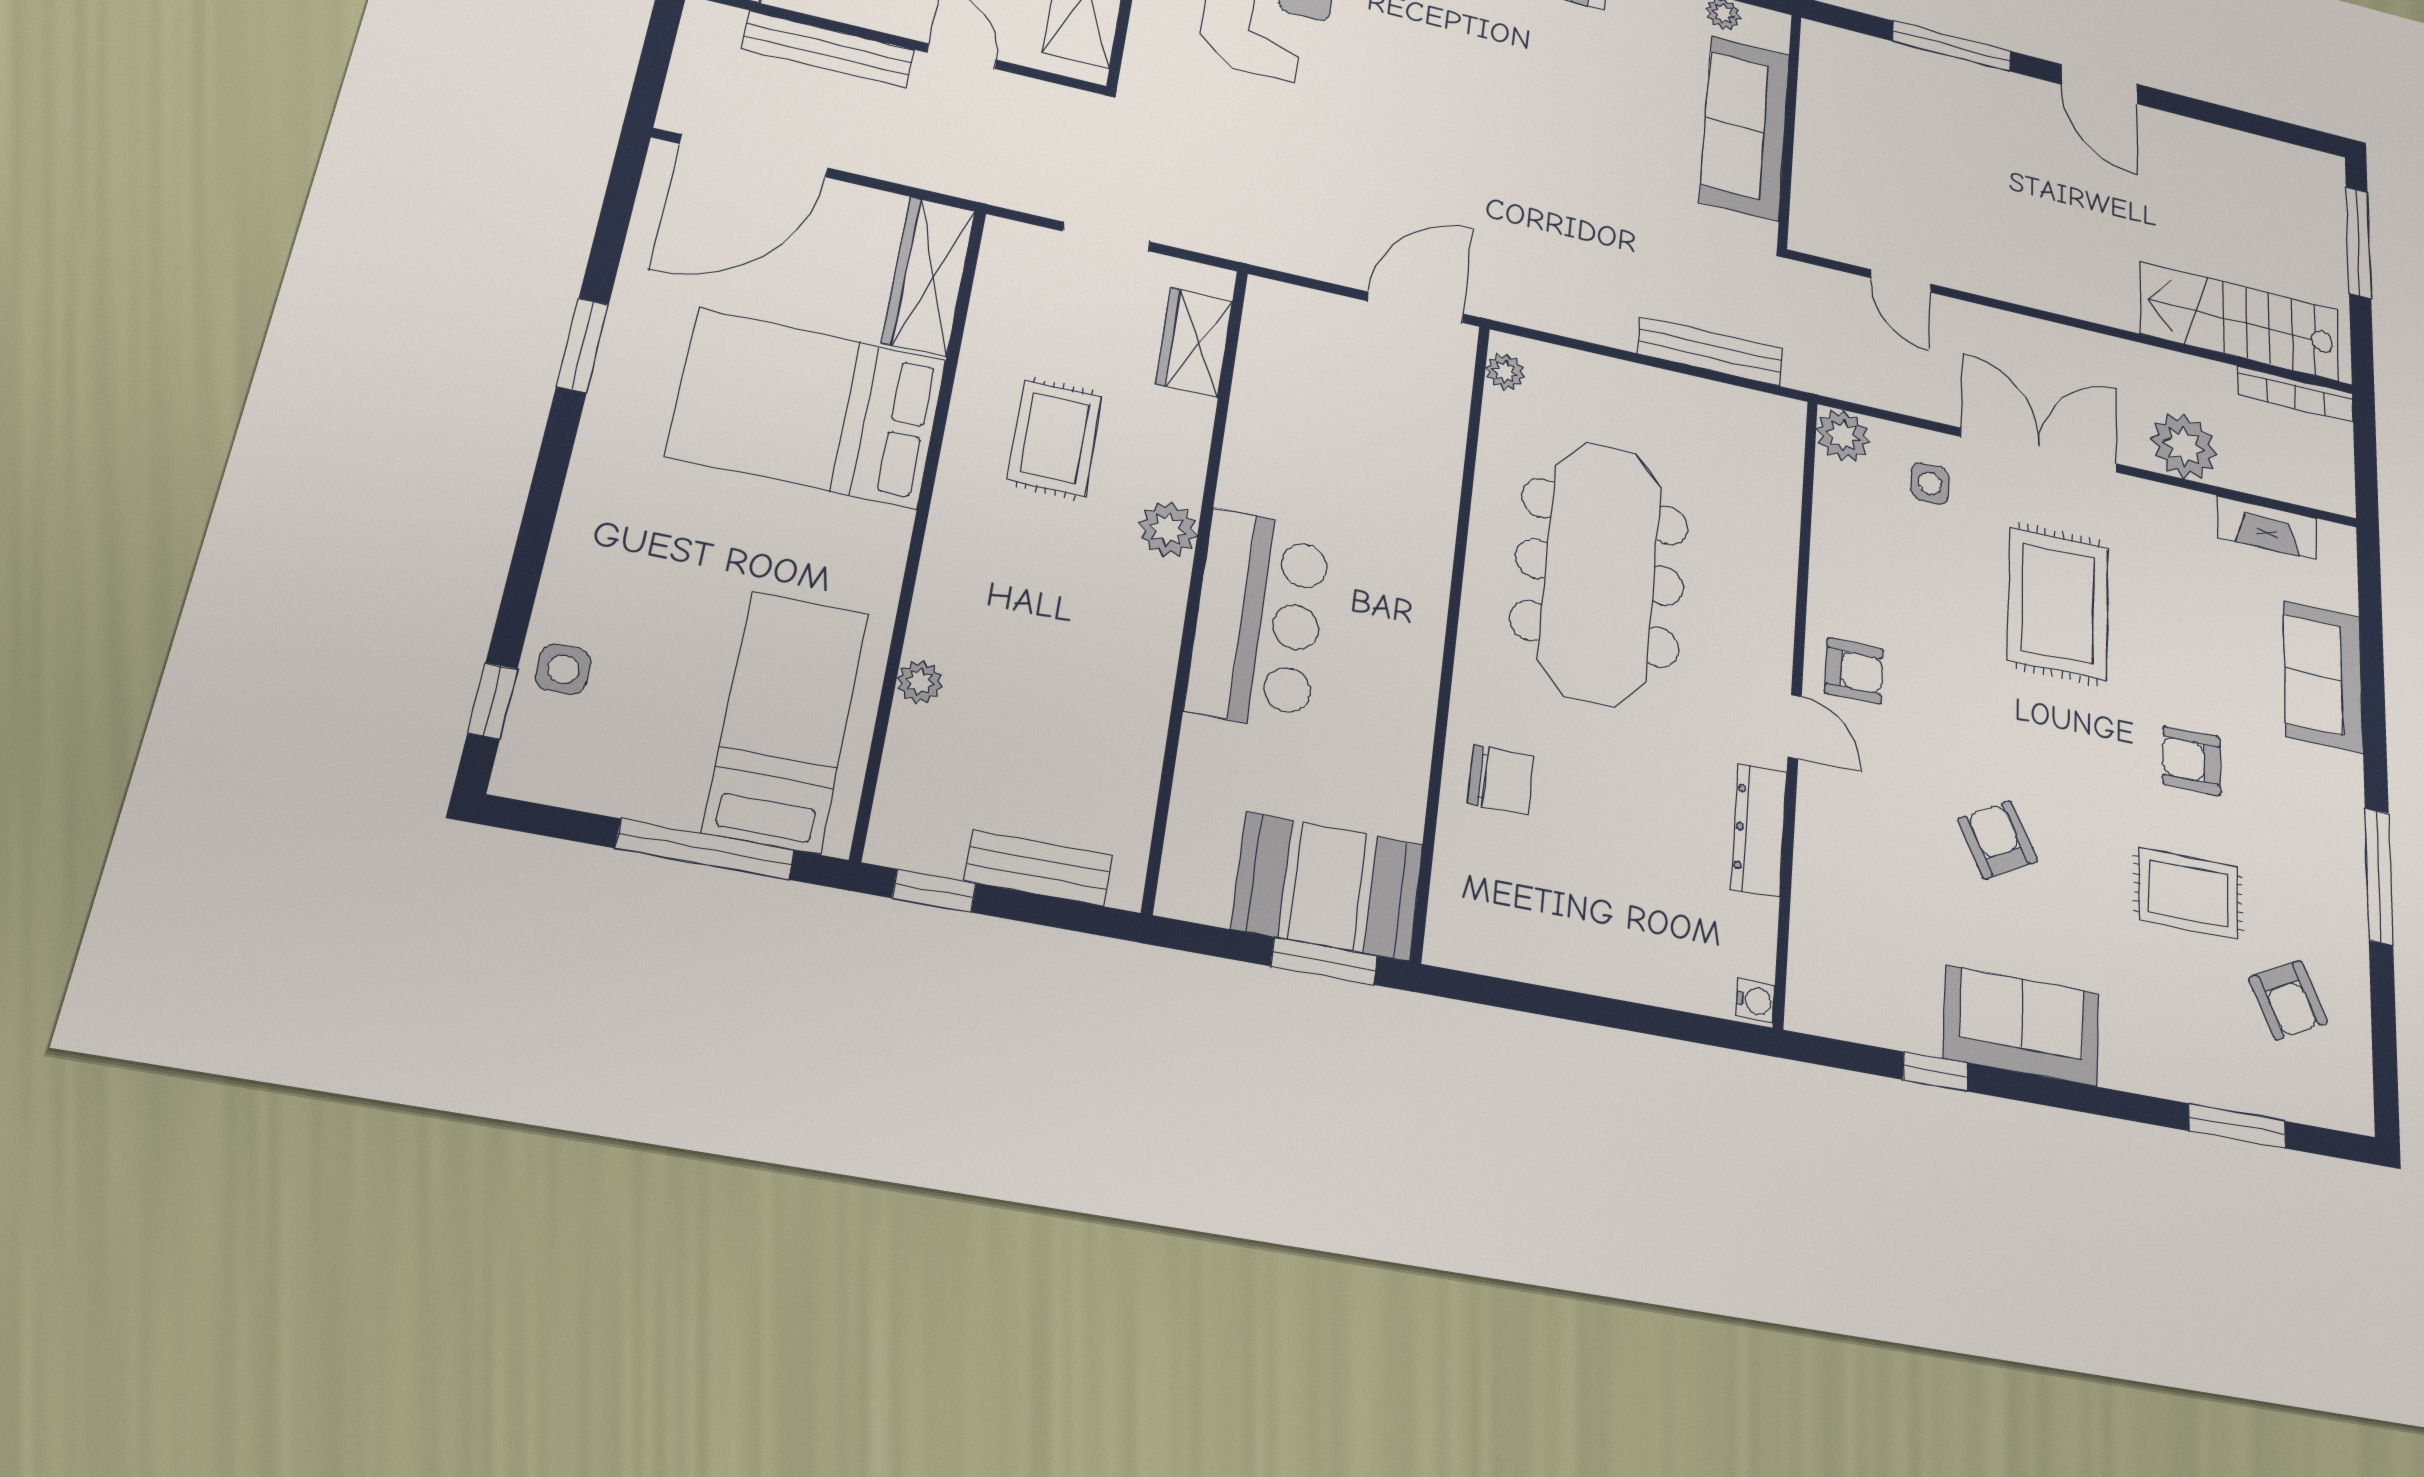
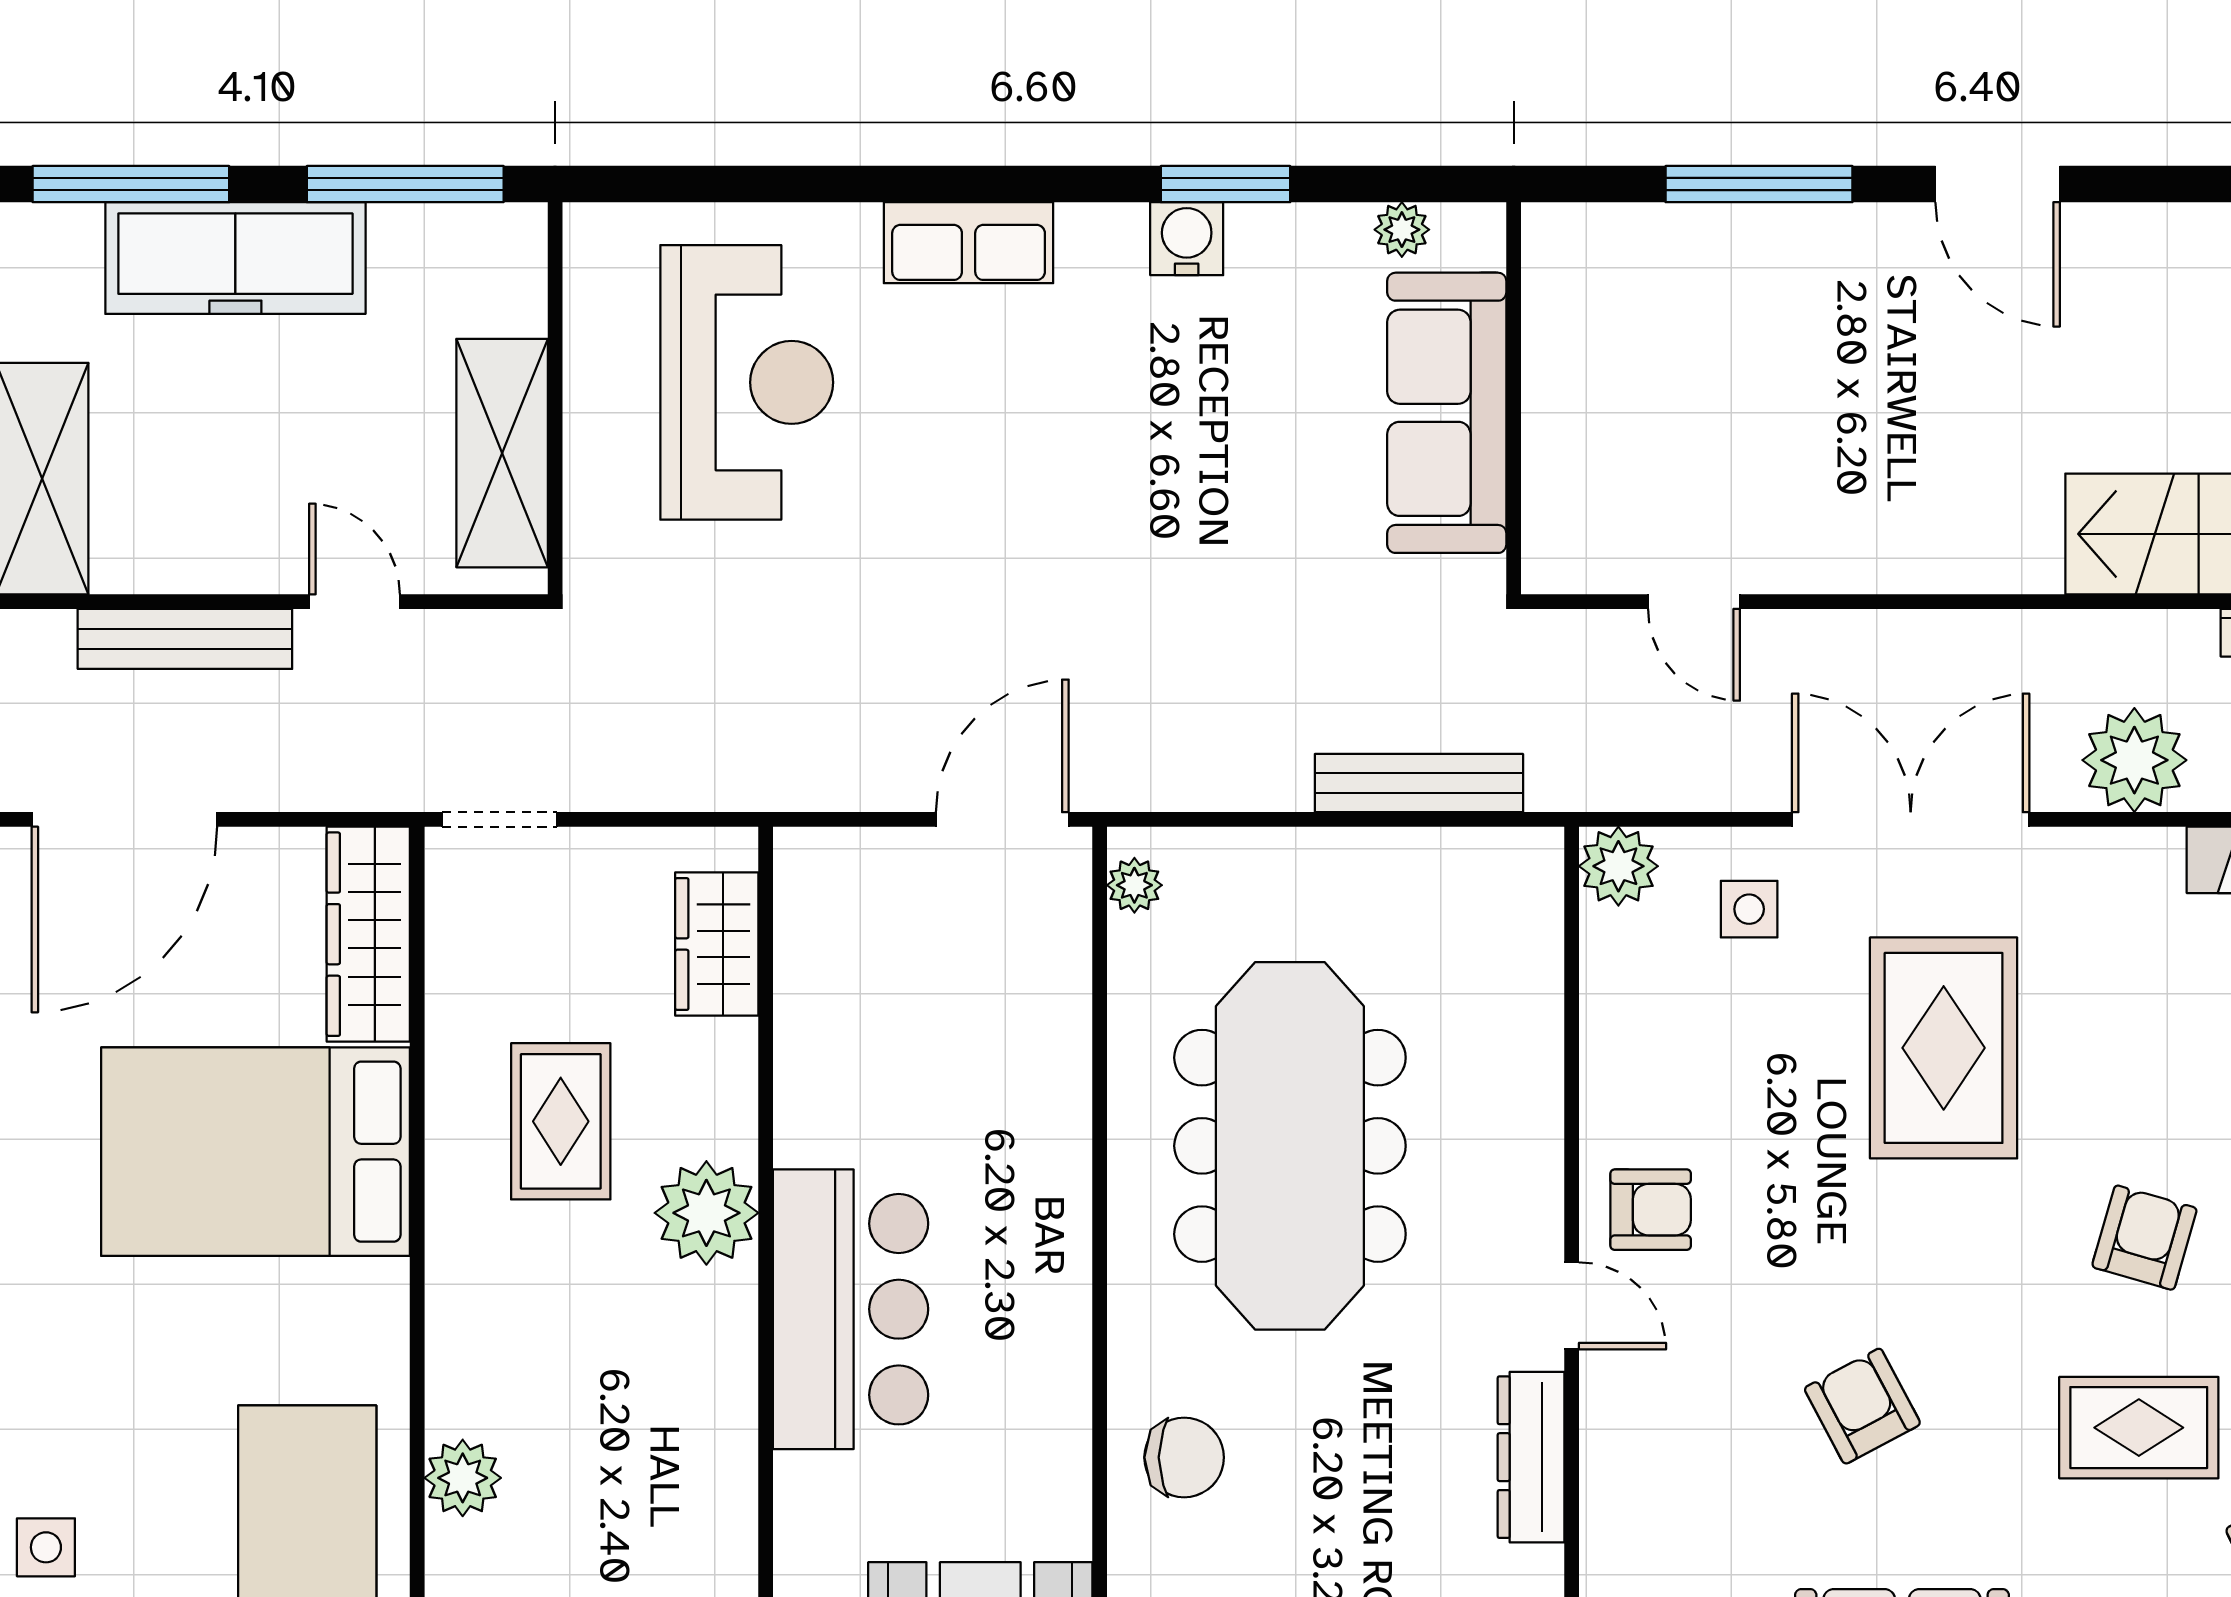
doorway: (1106, 237) -> (499, 819), moved
plant: (1168, 529) -> (706, 1213), width x1.36, depth x1.36
plant: (920, 682) -> (463, 1478), width x1.38, depth x1.38
armchair: (2192, 761) -> (2144, 1238), turned 106

